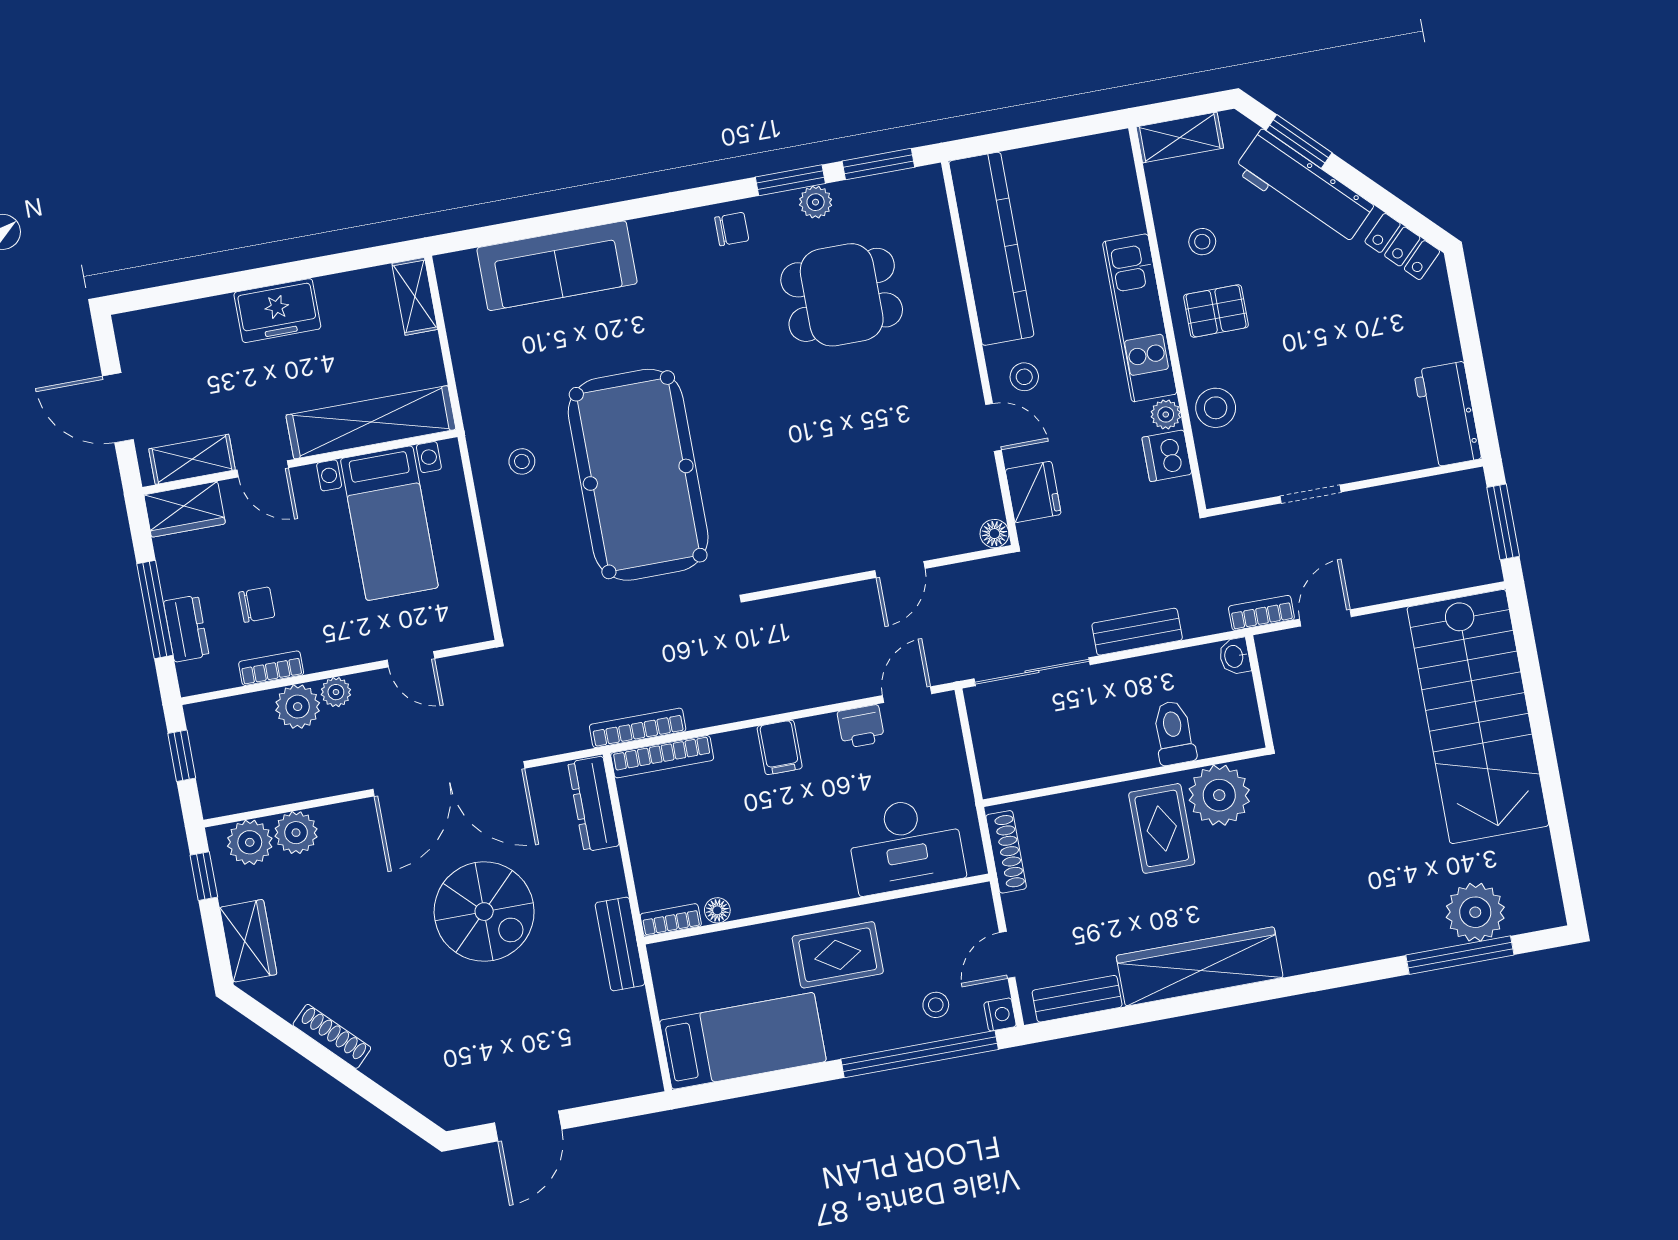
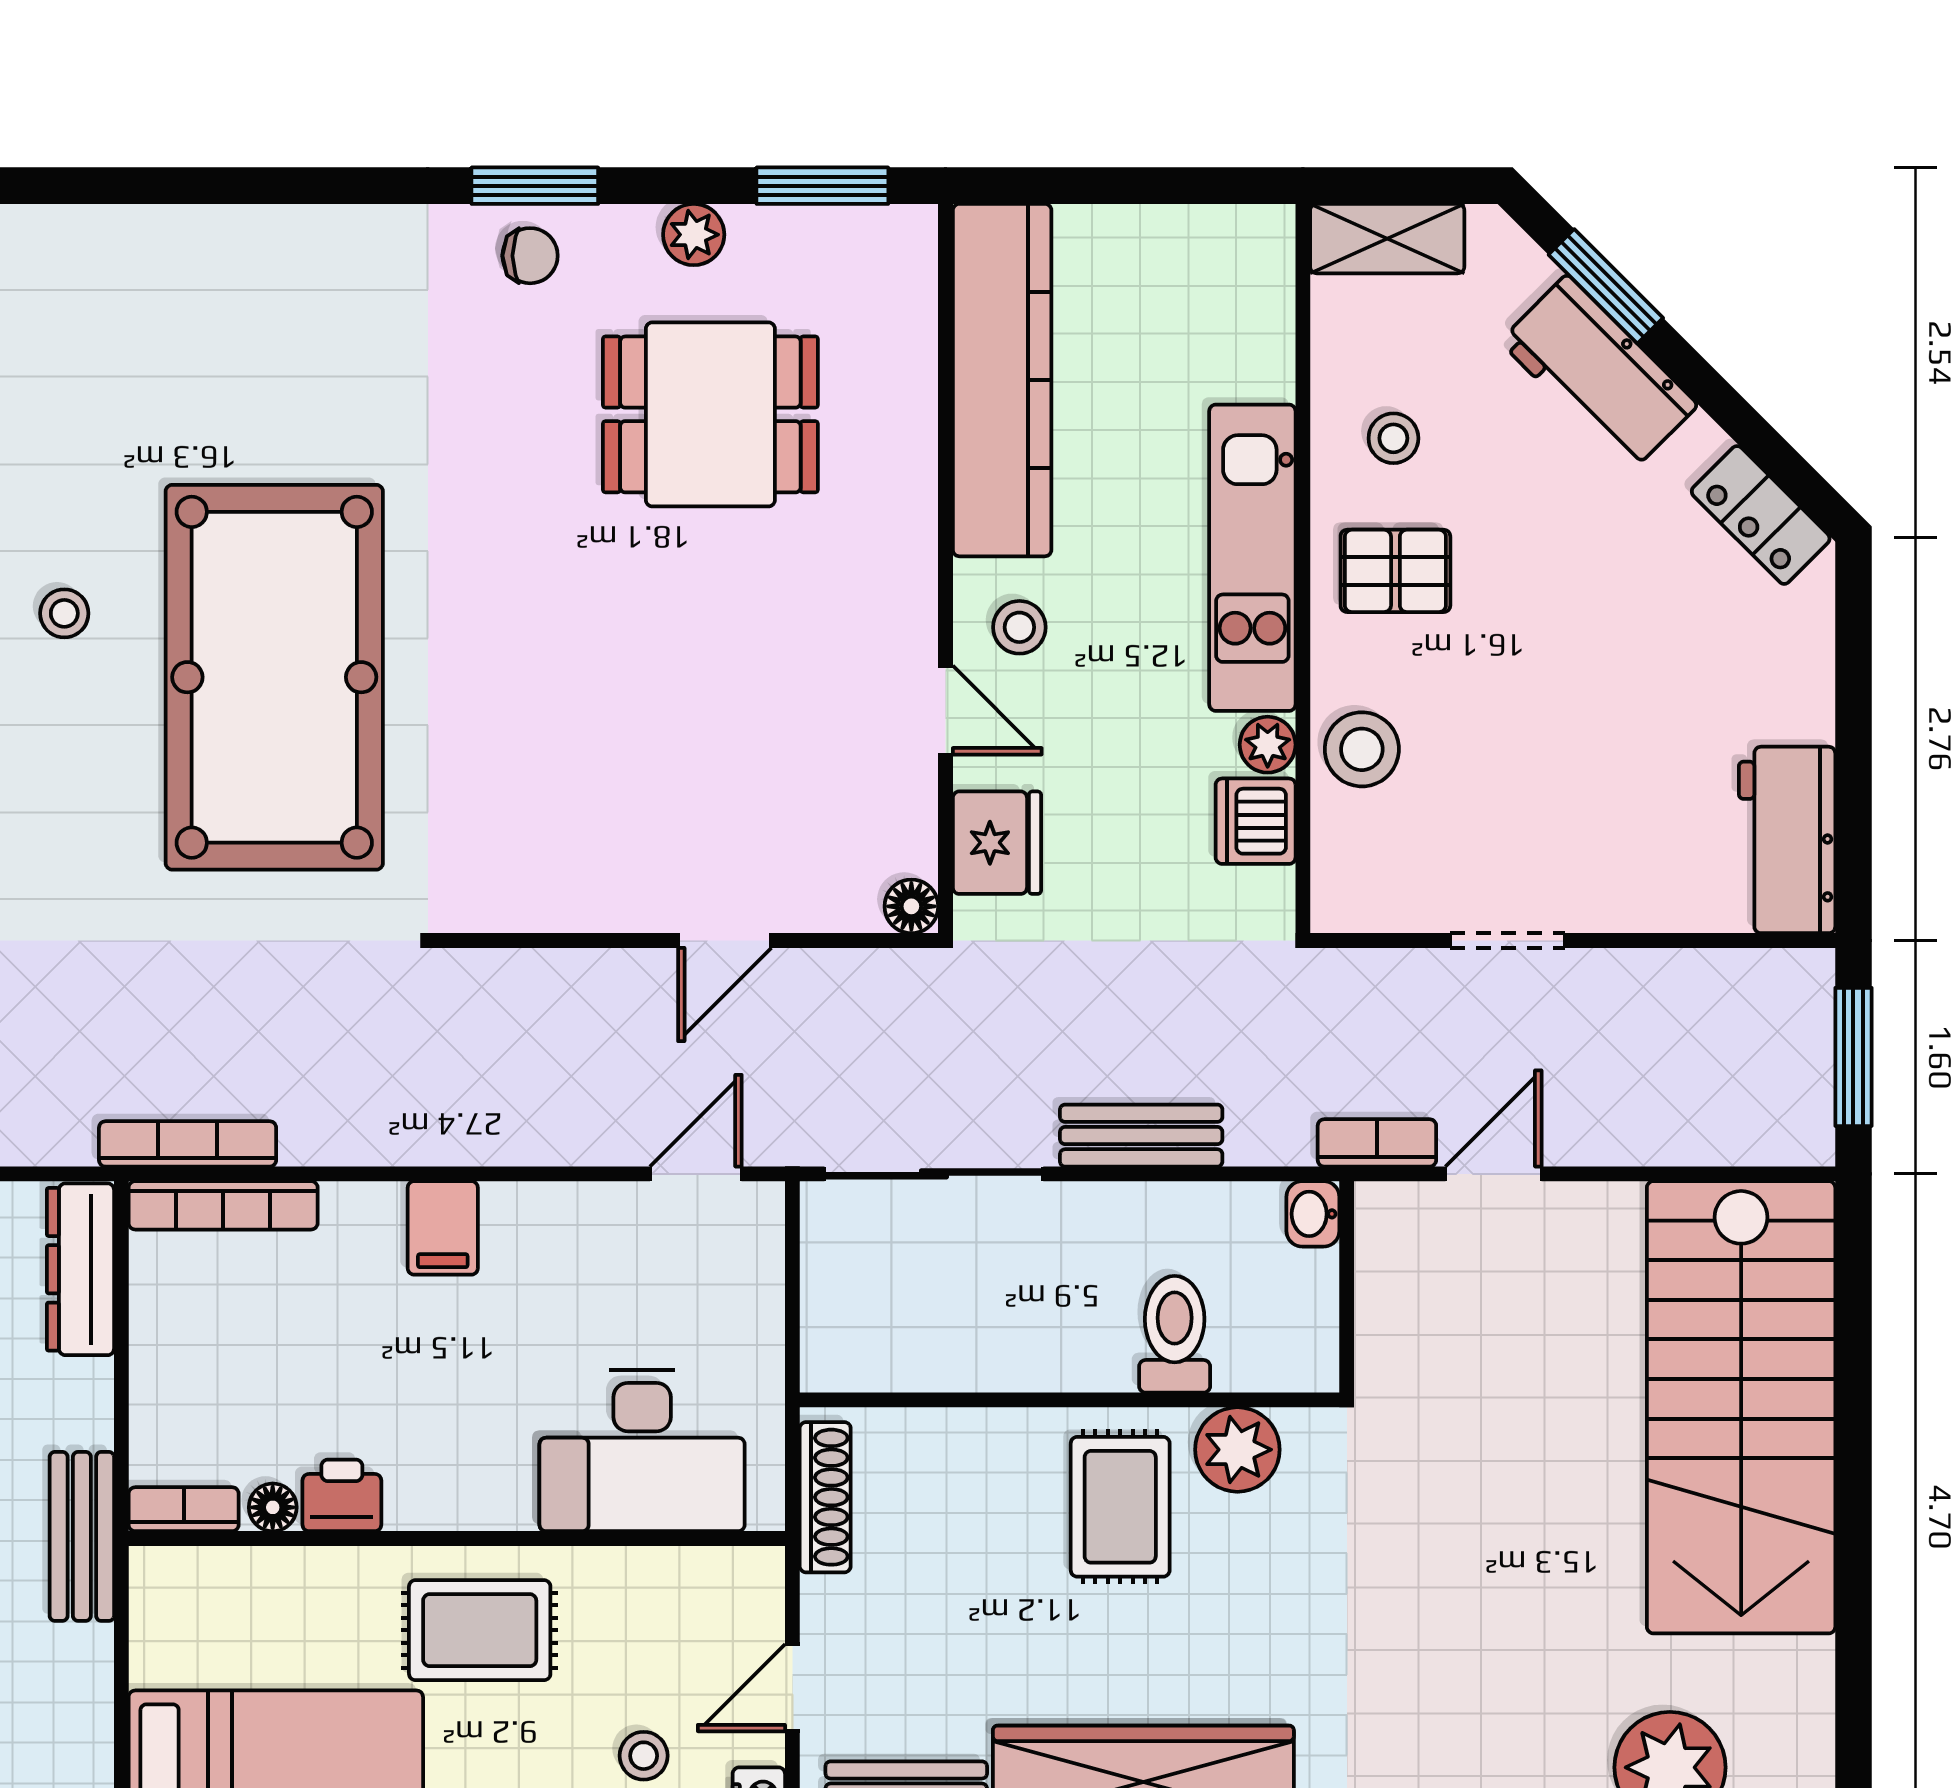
window: (790, 180) -> (535, 186), moved
workbench: (1304, 188) -> (1599, 373), width x0.73
sofa: (557, 266) -> (195, 264), removed
printer: (861, 727) -> (342, 1495), moved, turned 180
plant: (1219, 795) -> (1237, 1450), width x0.73, depth x0.73

